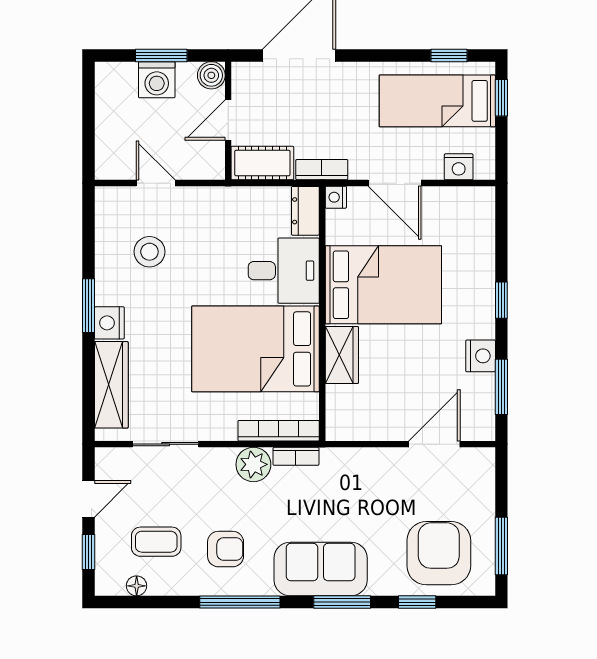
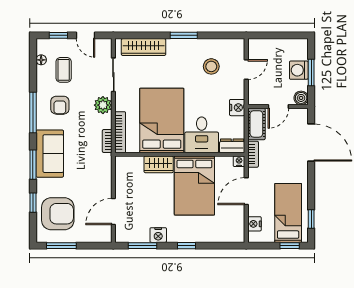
door: (228, 120) -> (278, 106), swing flipped
nightstand: (109, 323) -> (237, 108), moved, turned 90
door: (434, 444) -> (113, 212), swing flipped
plant: (253, 464) -> (103, 105), moved

